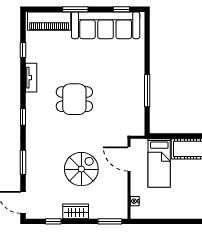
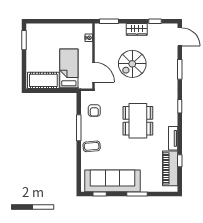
piano: (49, 21) -> (170, 168), moved, turned -90
coffee table: (131, 68) -> (92, 146), added
dining table: (74, 99) -> (138, 121), width x1.38
armchair: (128, 112) -> (94, 111), added

